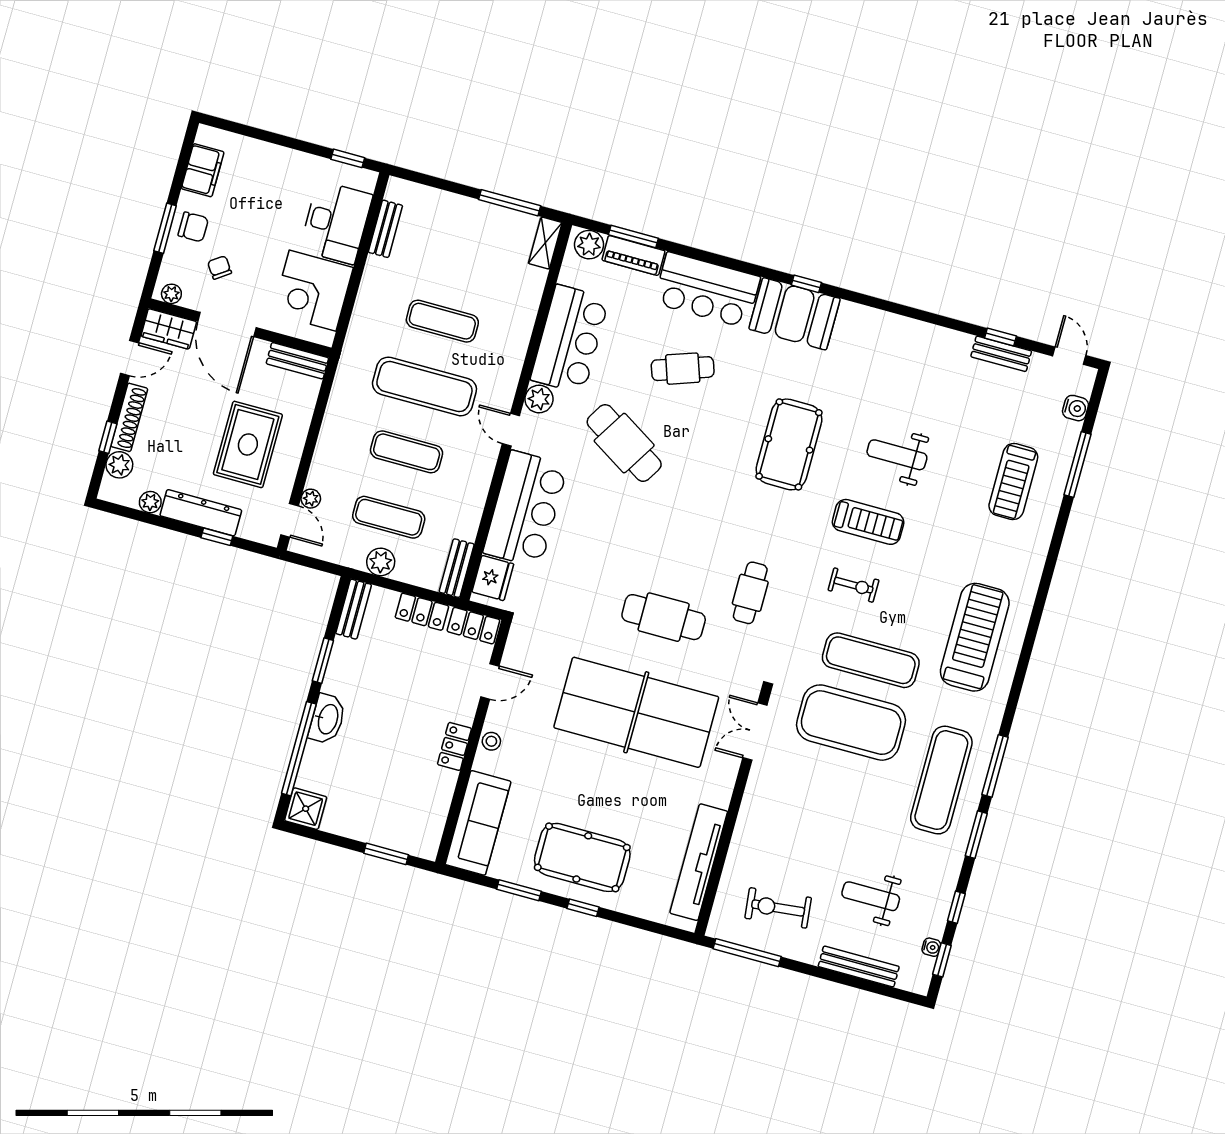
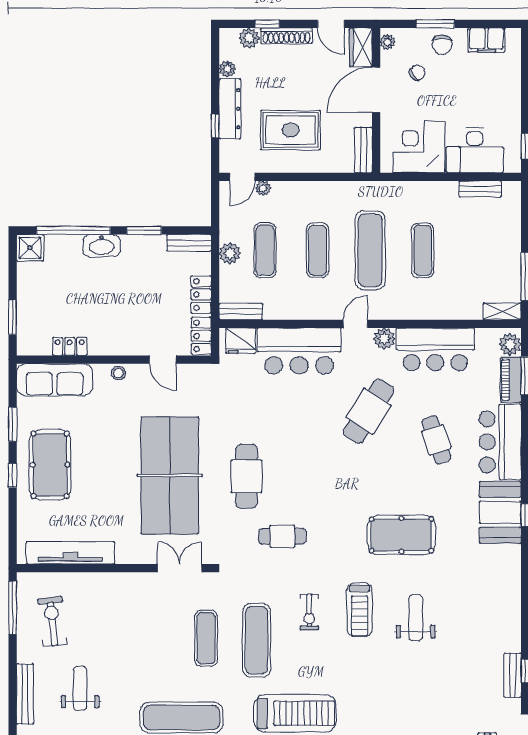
treadmill: (1013, 482) -> (420, 710), removed
exercise mat: (851, 723) -> (206, 638), width x0.50, depth x0.69
locker: (454, 746) -> (70, 346), moved

